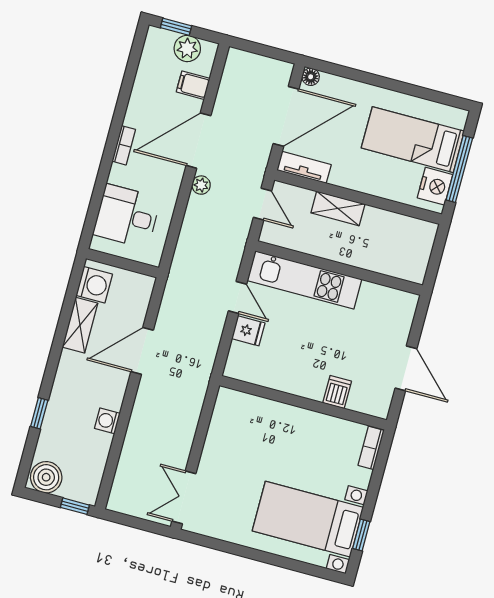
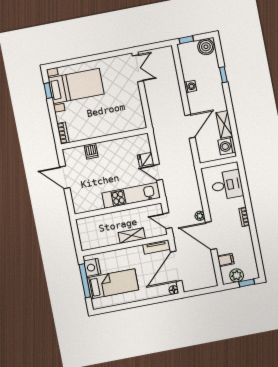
door: (198, 141) -> (211, 236), swing flipped

